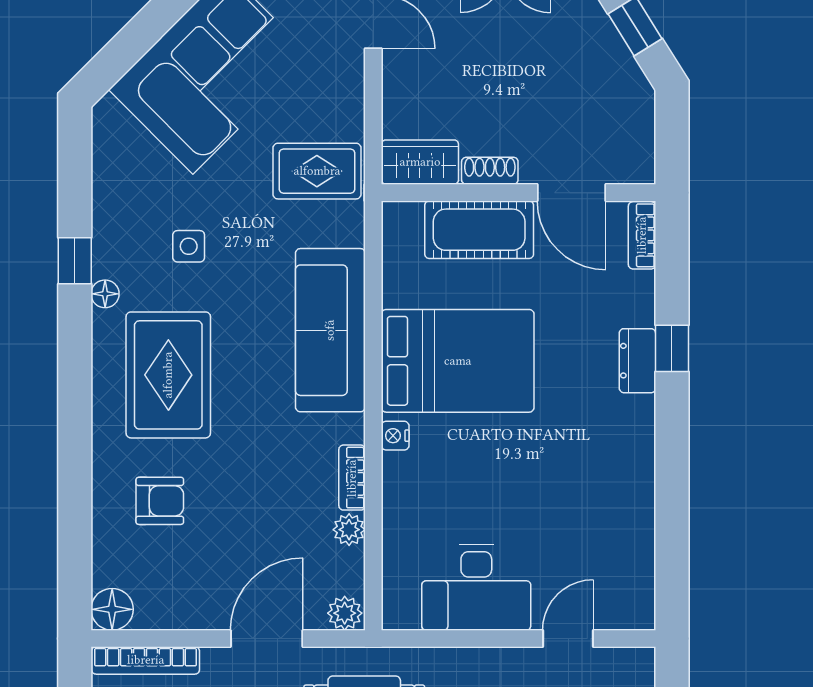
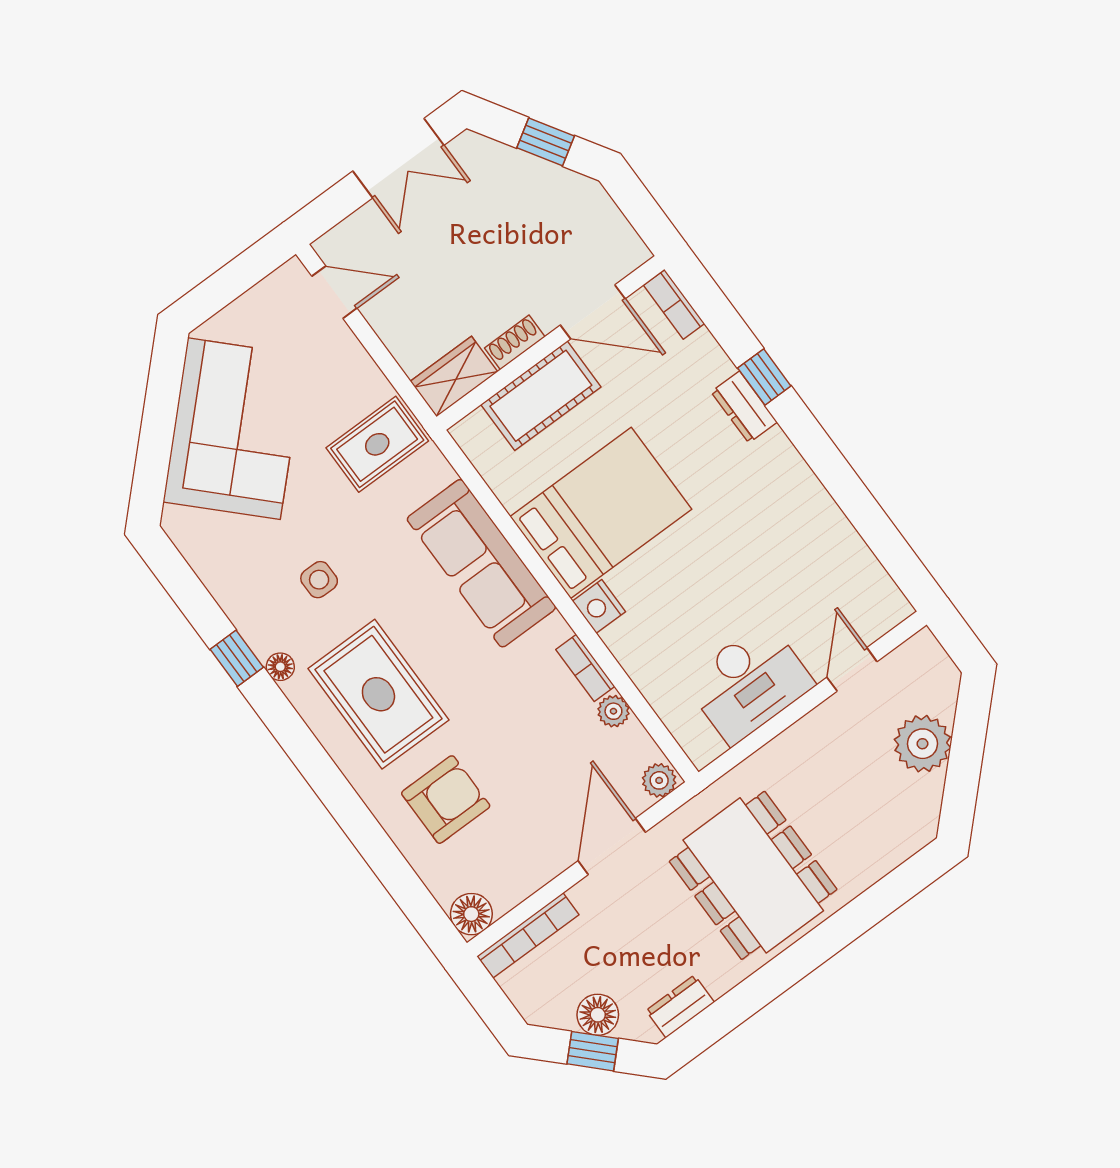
nightstand: (395, 436) -> (599, 606), width x1.39, depth x1.35
armchair: (160, 501) -> (446, 800), width x1.38, depth x1.38

